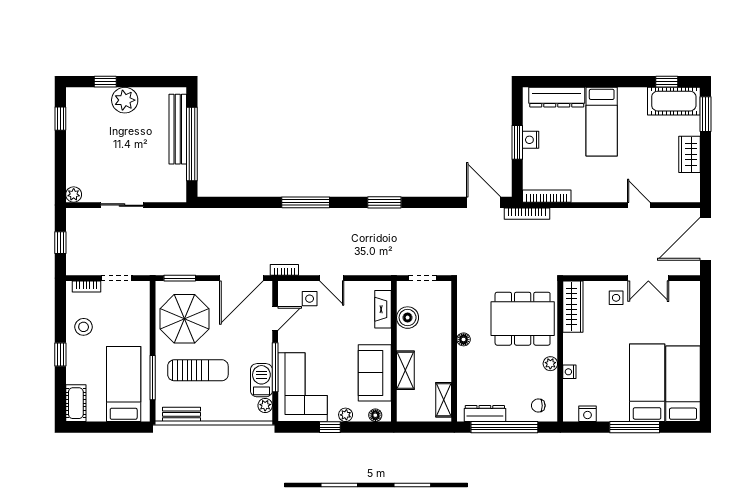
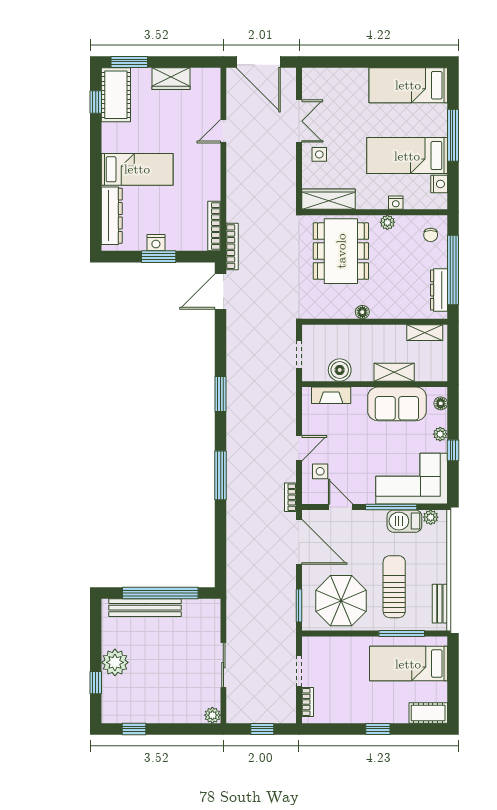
stool: (84, 327) -> (349, 705), removed
bed: (647, 383) -> (407, 156), moved

